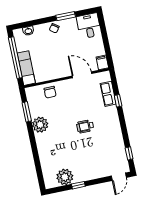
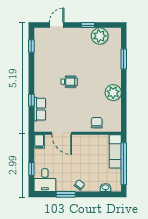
window: (104, 34) -> (31, 169), added
window: (27, 112) -> (124, 59), moved
door: (119, 177) -> (57, 25), moved

